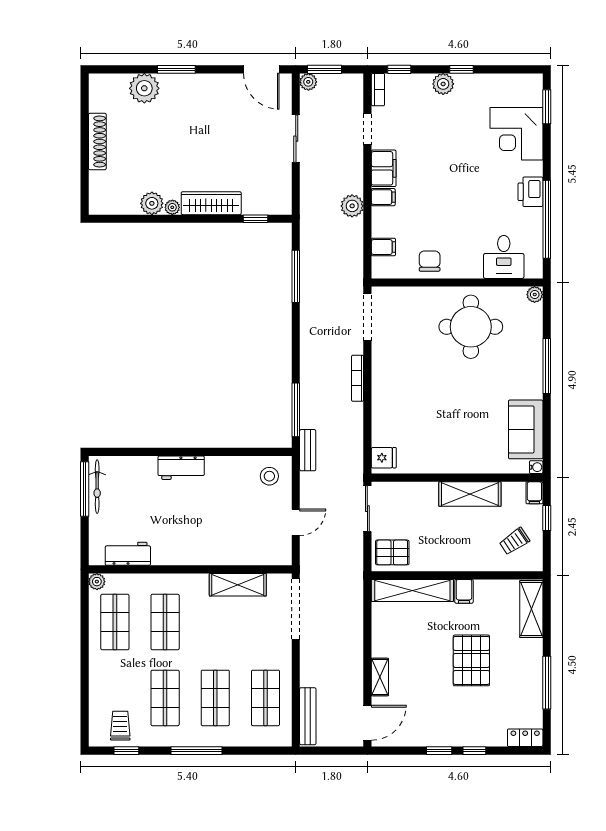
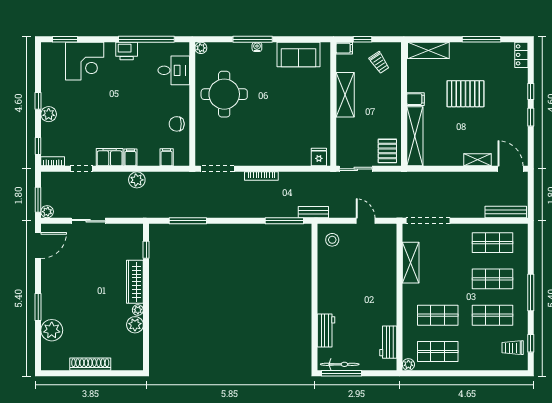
water cooler: (536, 467) -> (257, 47), moved
workbench: (181, 468) -> (326, 331), moved

